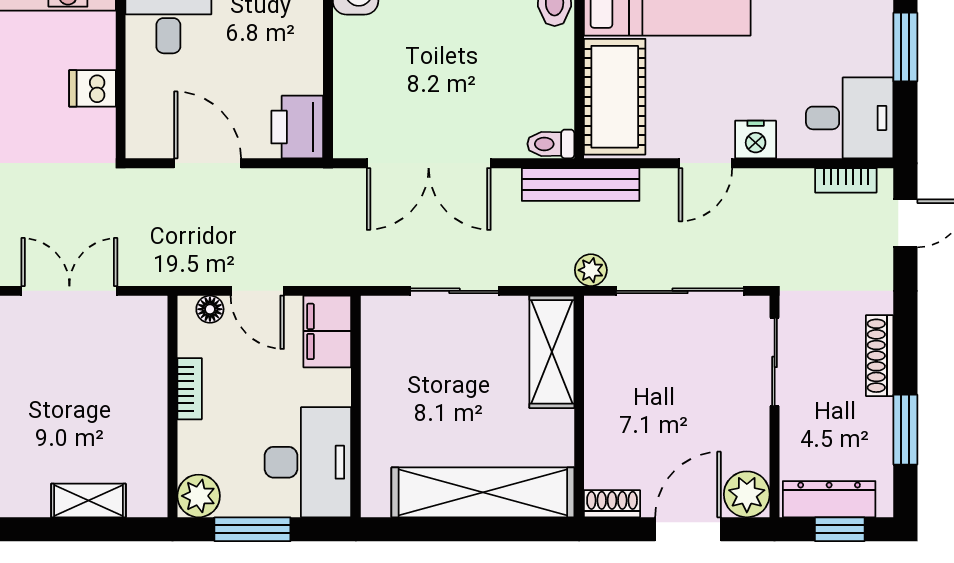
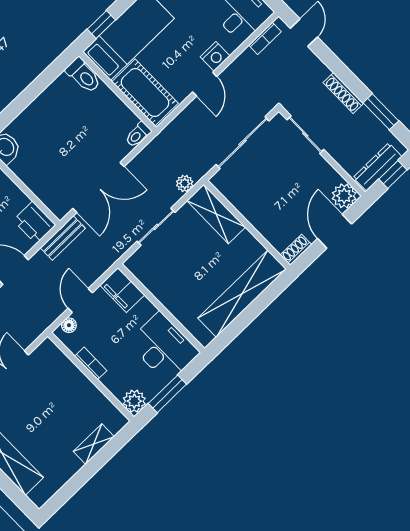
bench: (581, 184) -> (63, 238), moved, width x0.73
plant: (591, 270) -> (185, 183), moved
door: (257, 291) -> (80, 300), swing flipped

